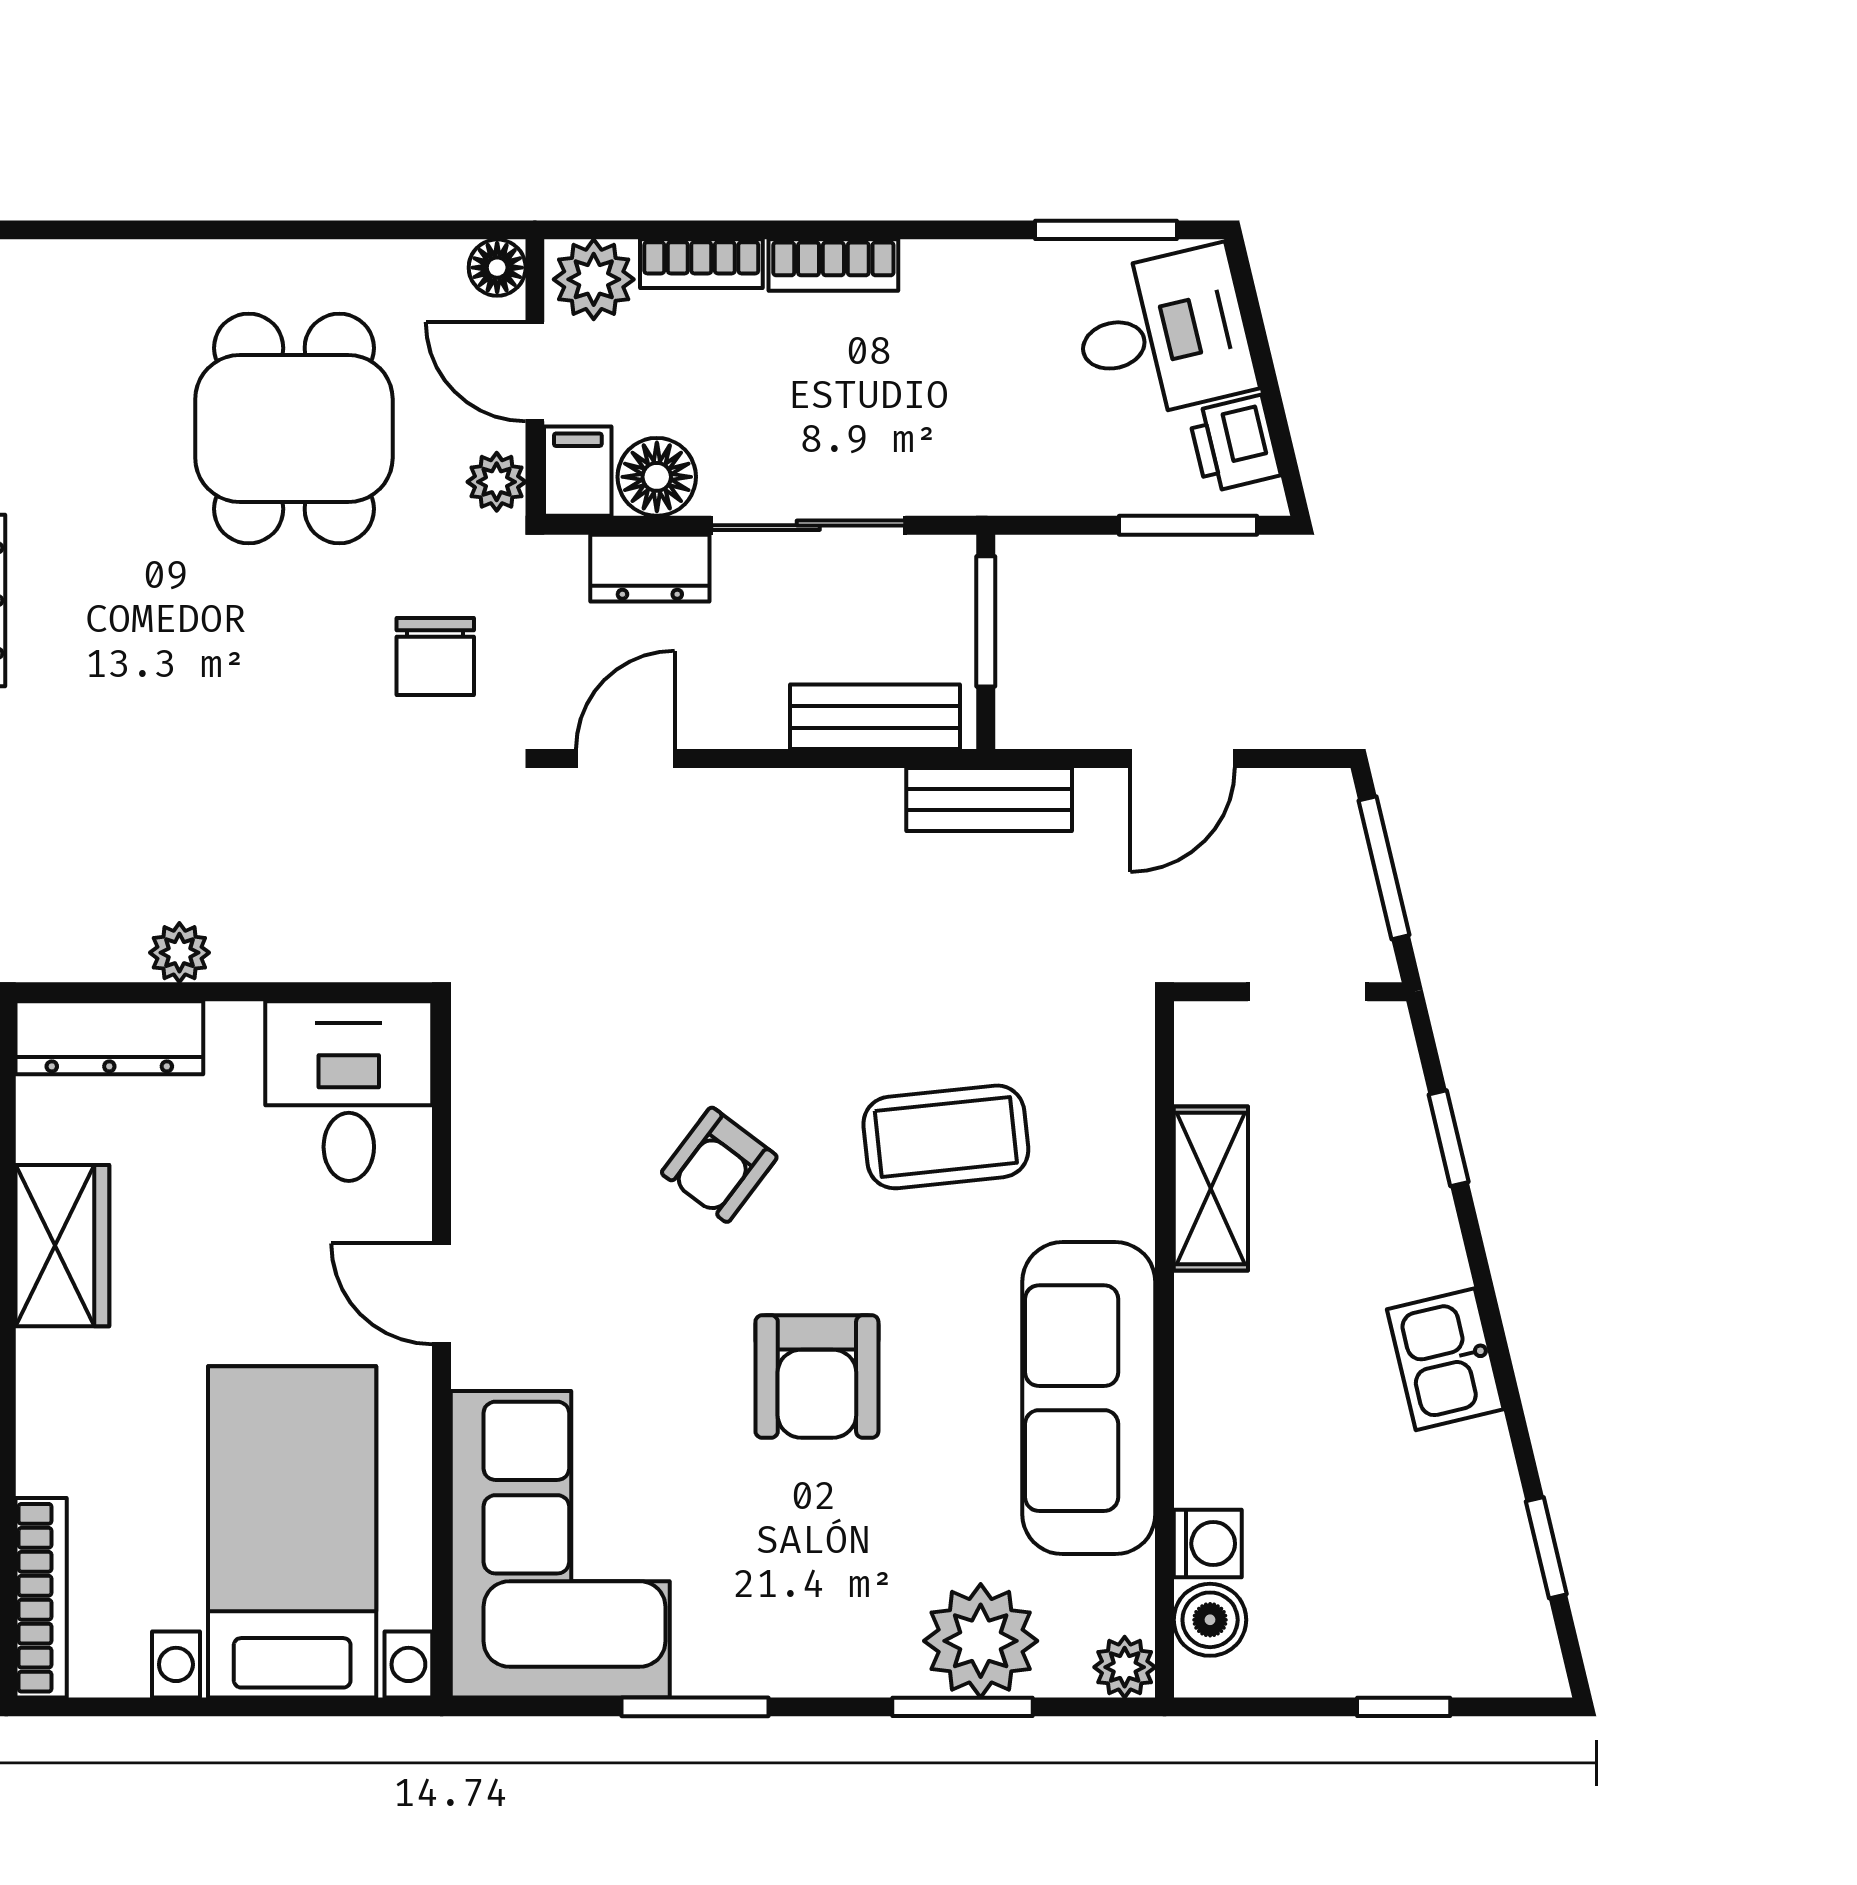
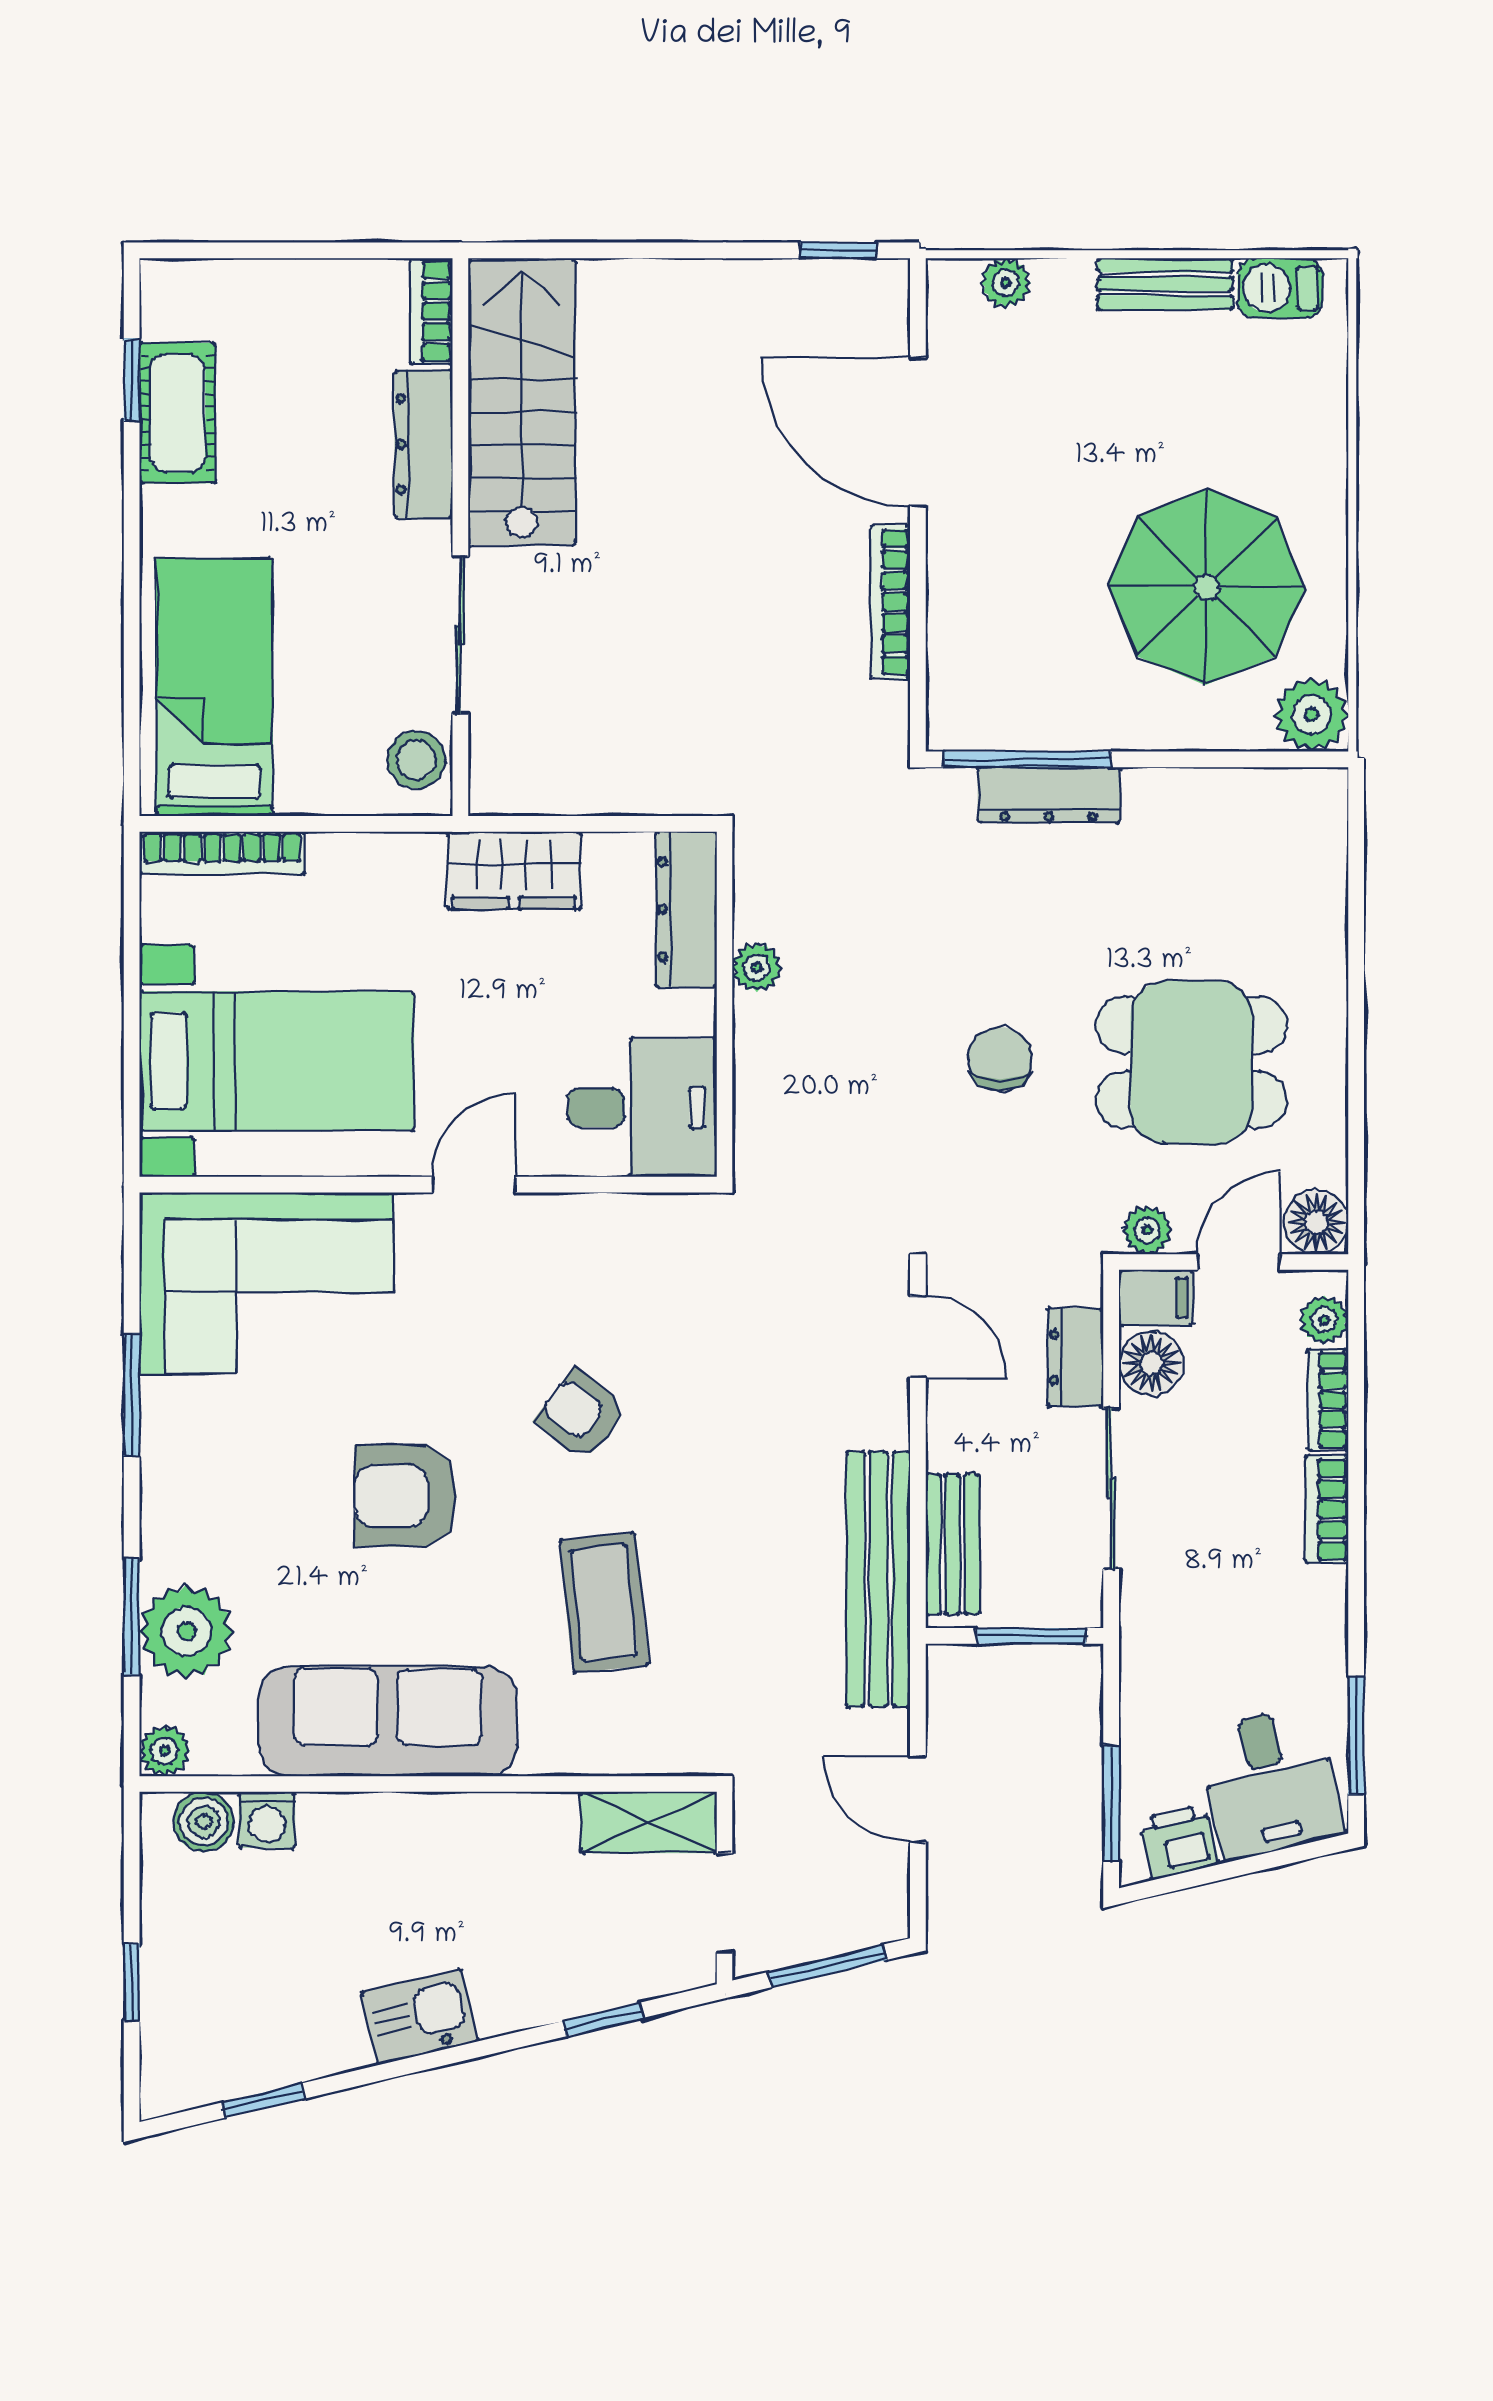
floor lamp: (497, 268) -> (1316, 1222), width x1.37, depth x1.37
plant: (594, 279) -> (1324, 1320), width x0.73, depth x0.73
chair: (435, 657) -> (1000, 1059), moved, turned 90
bench: (989, 799) -> (878, 1579), width x1.86, depth x1.21
shelving: (1211, 1188) -> (649, 1822), moved

